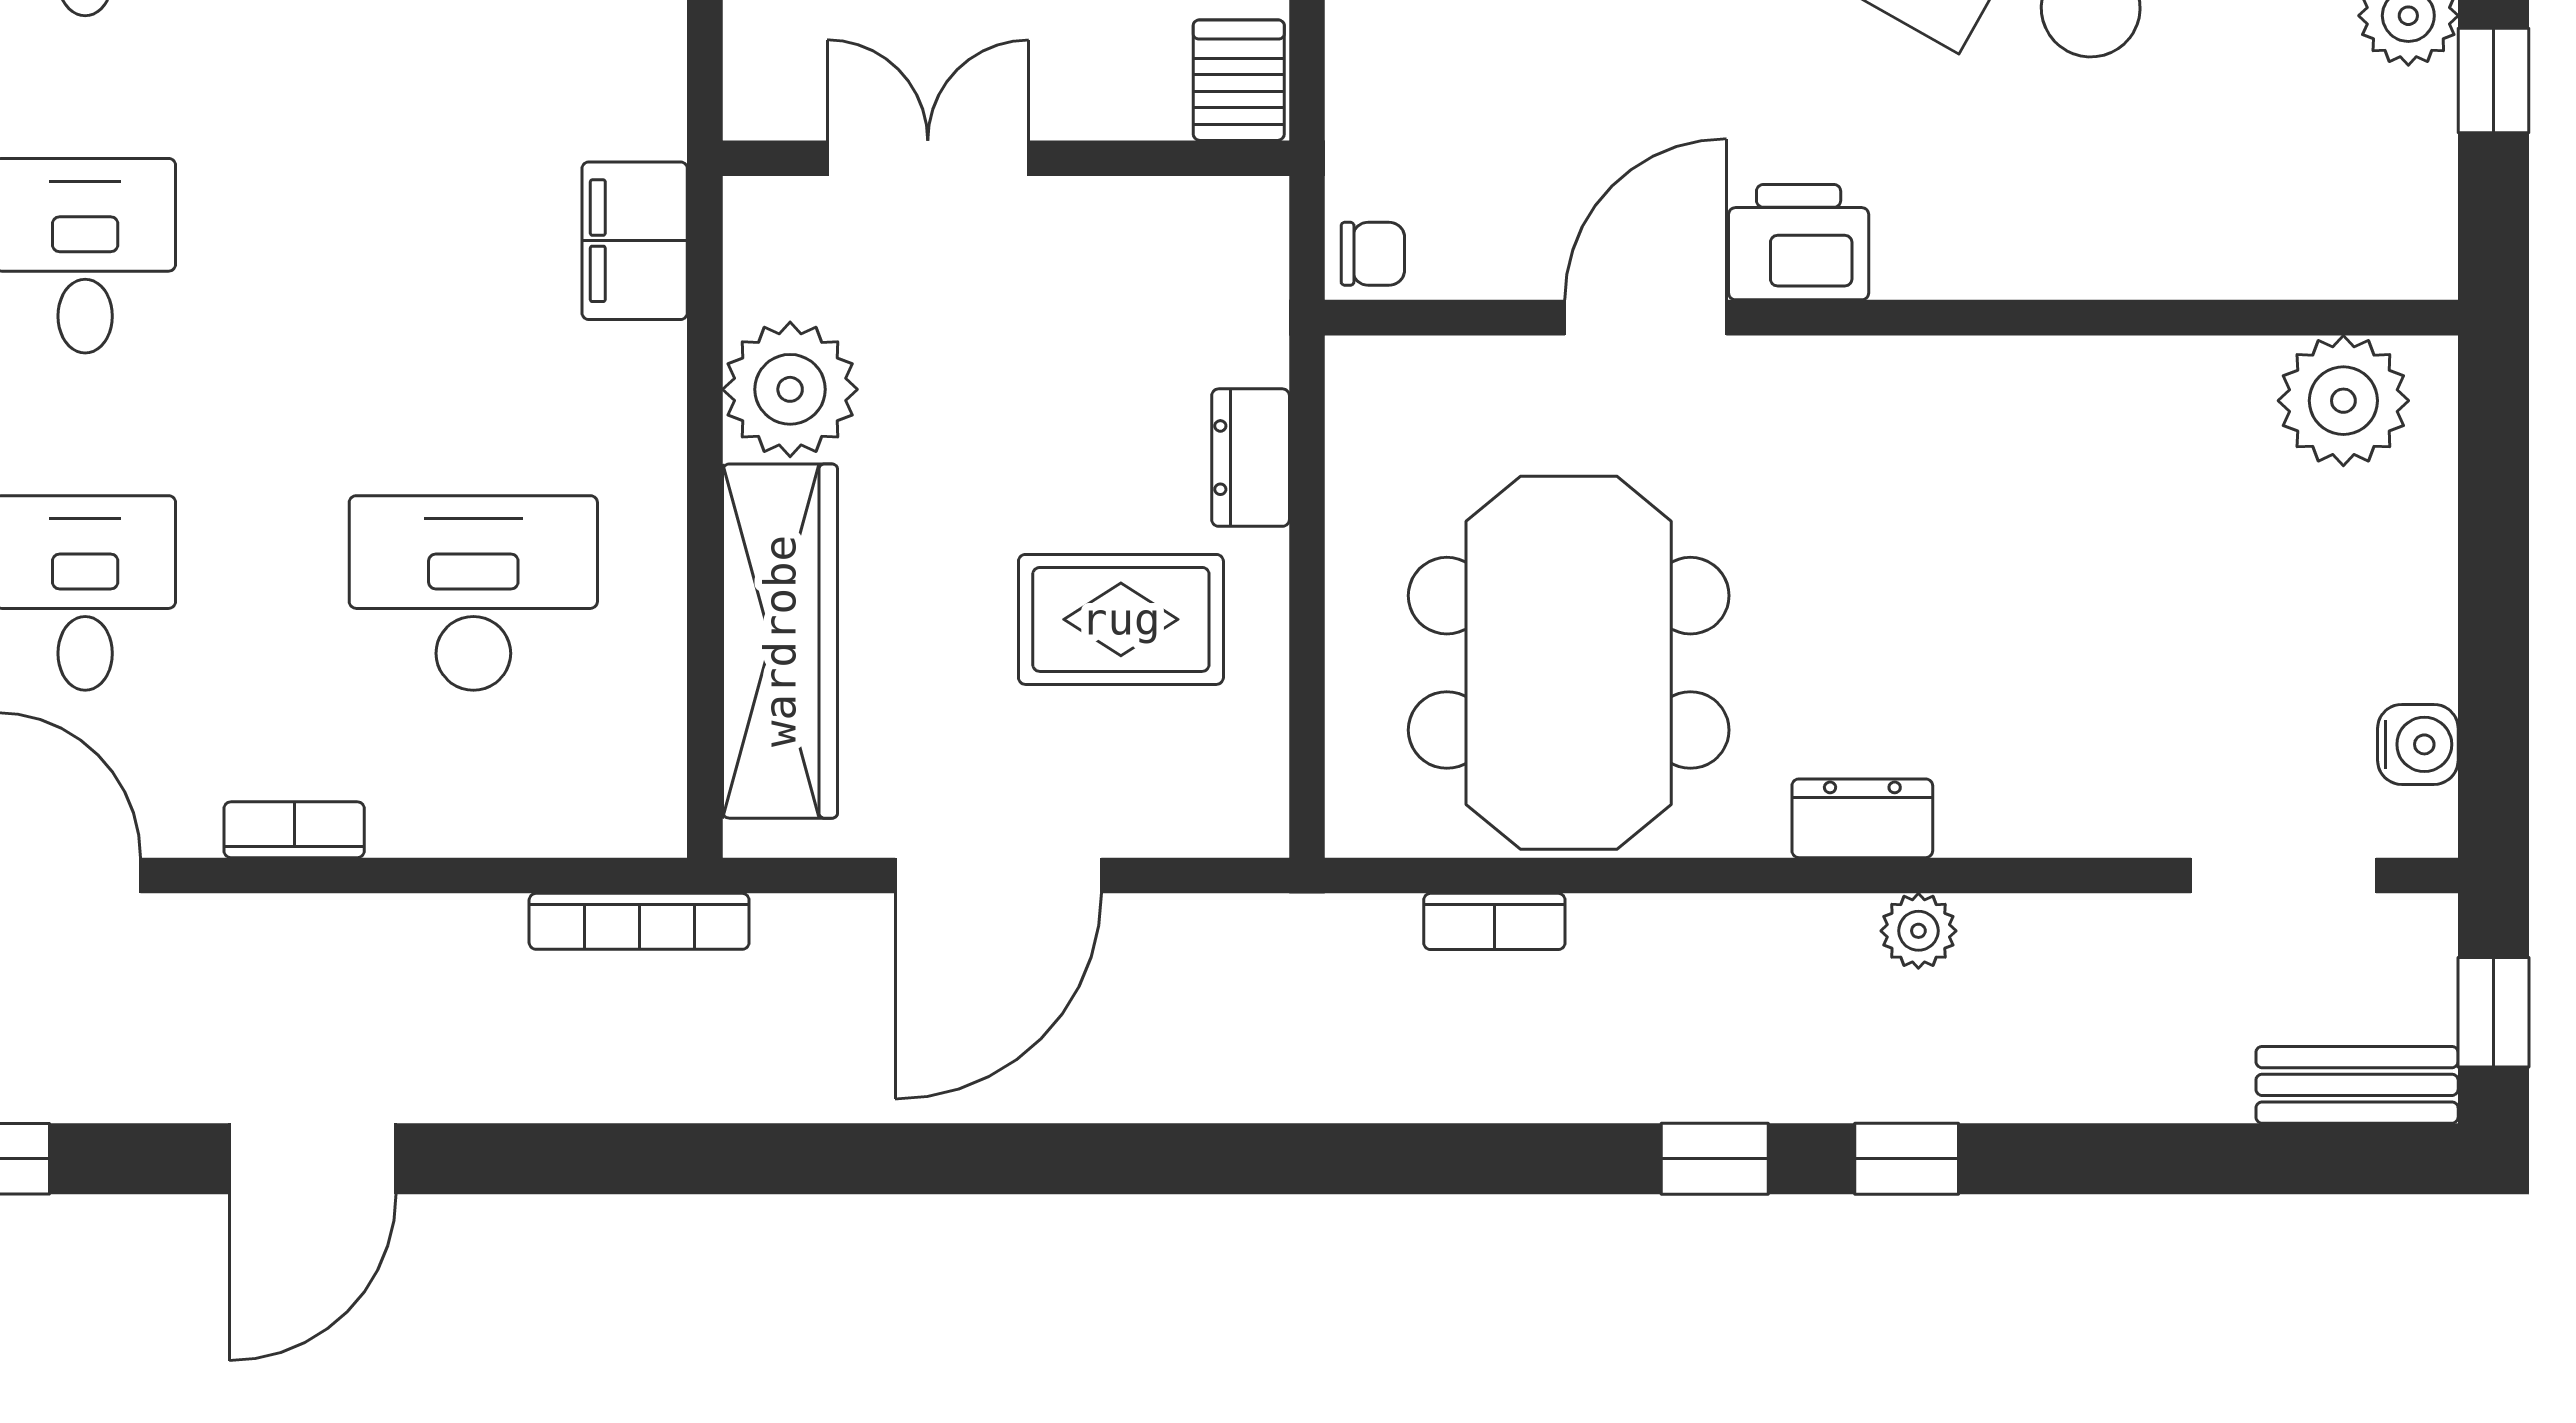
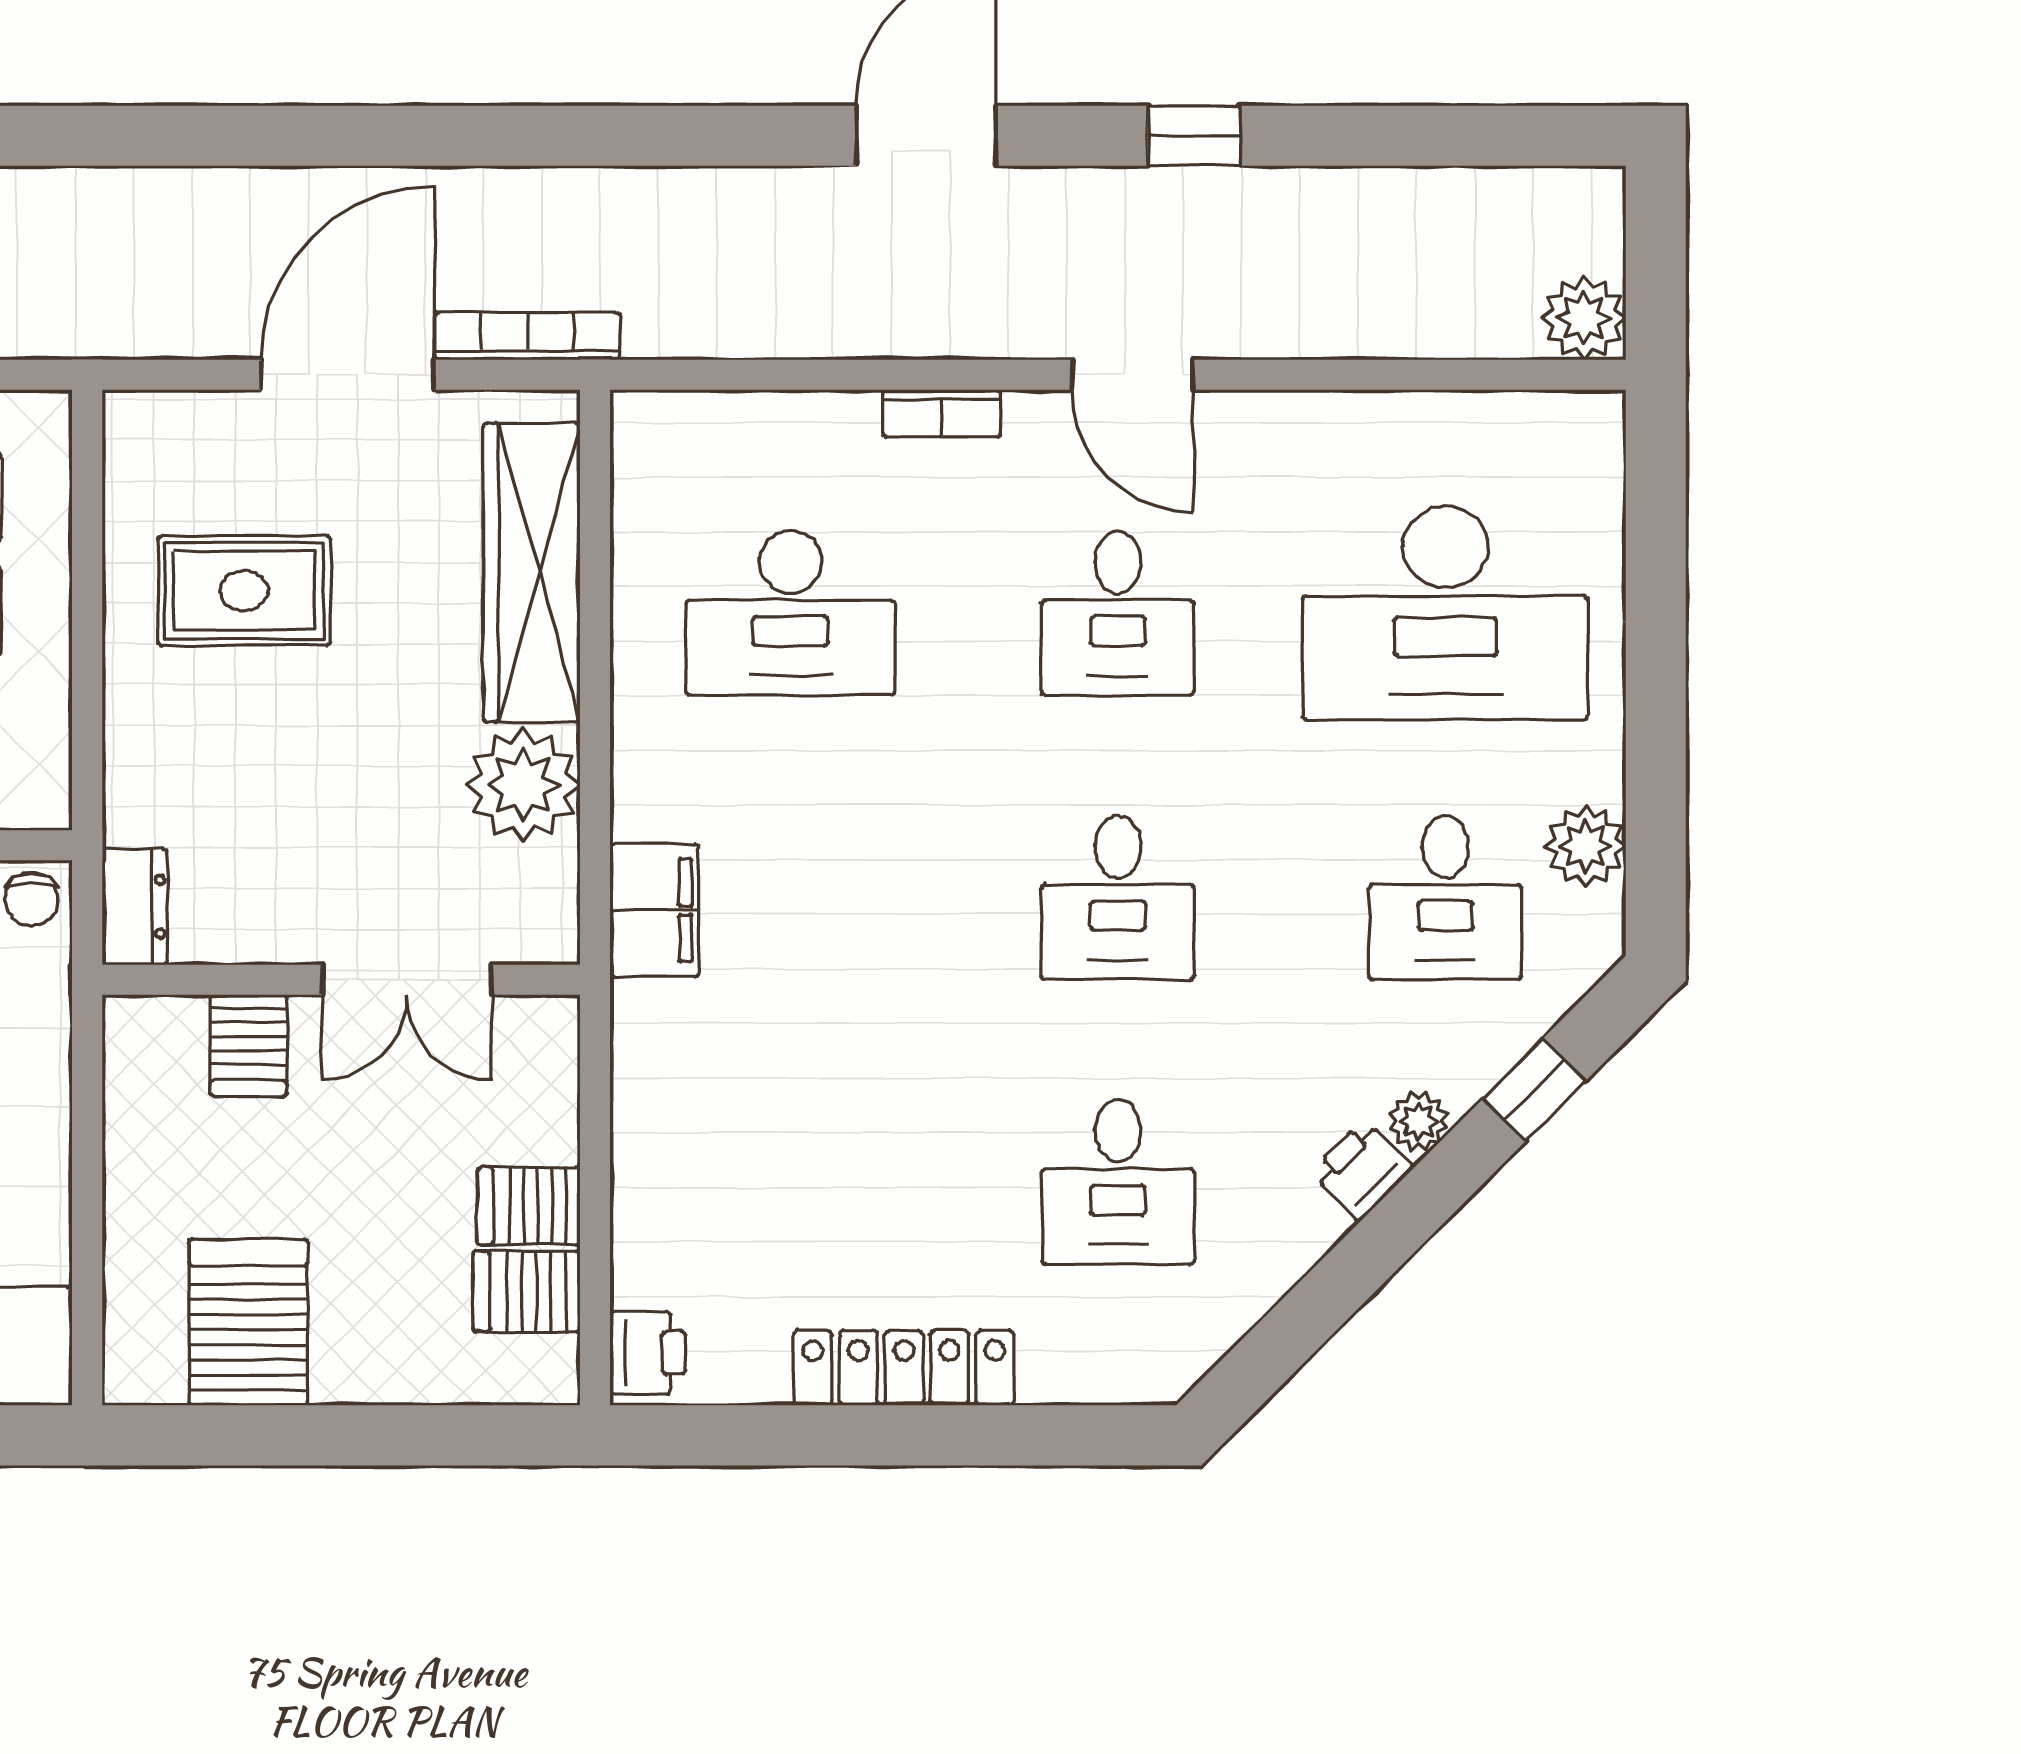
server rack: (1239, 80) -> (249, 1046), moved
chair: (1373, 254) -> (32, 899), turned -90
dresser: (1251, 458) -> (135, 907), moved
bookcase: (639, 921) -> (527, 336), moved

